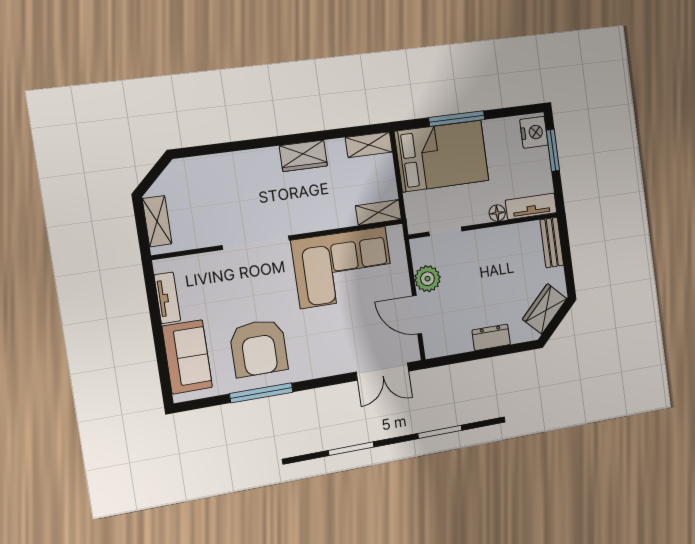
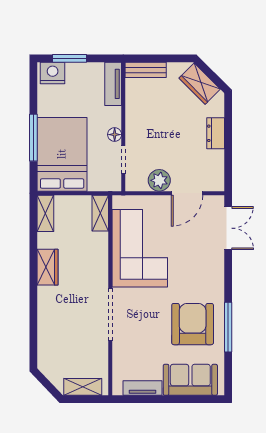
floor lamp: (497, 213) -> (115, 135), moved
armchair: (259, 348) -> (193, 324), turned -90

